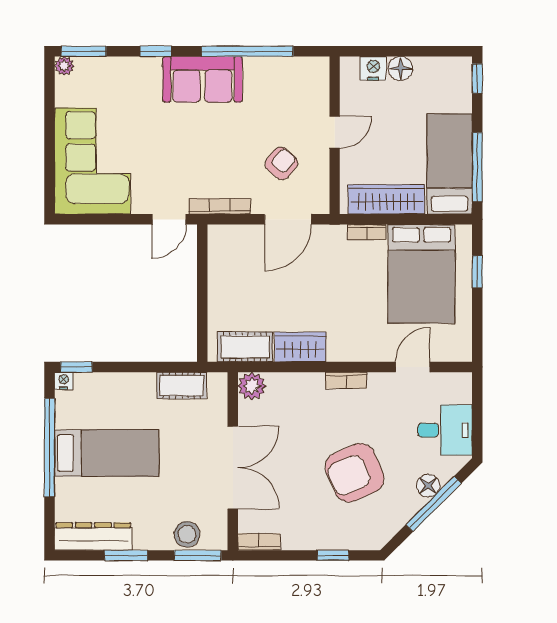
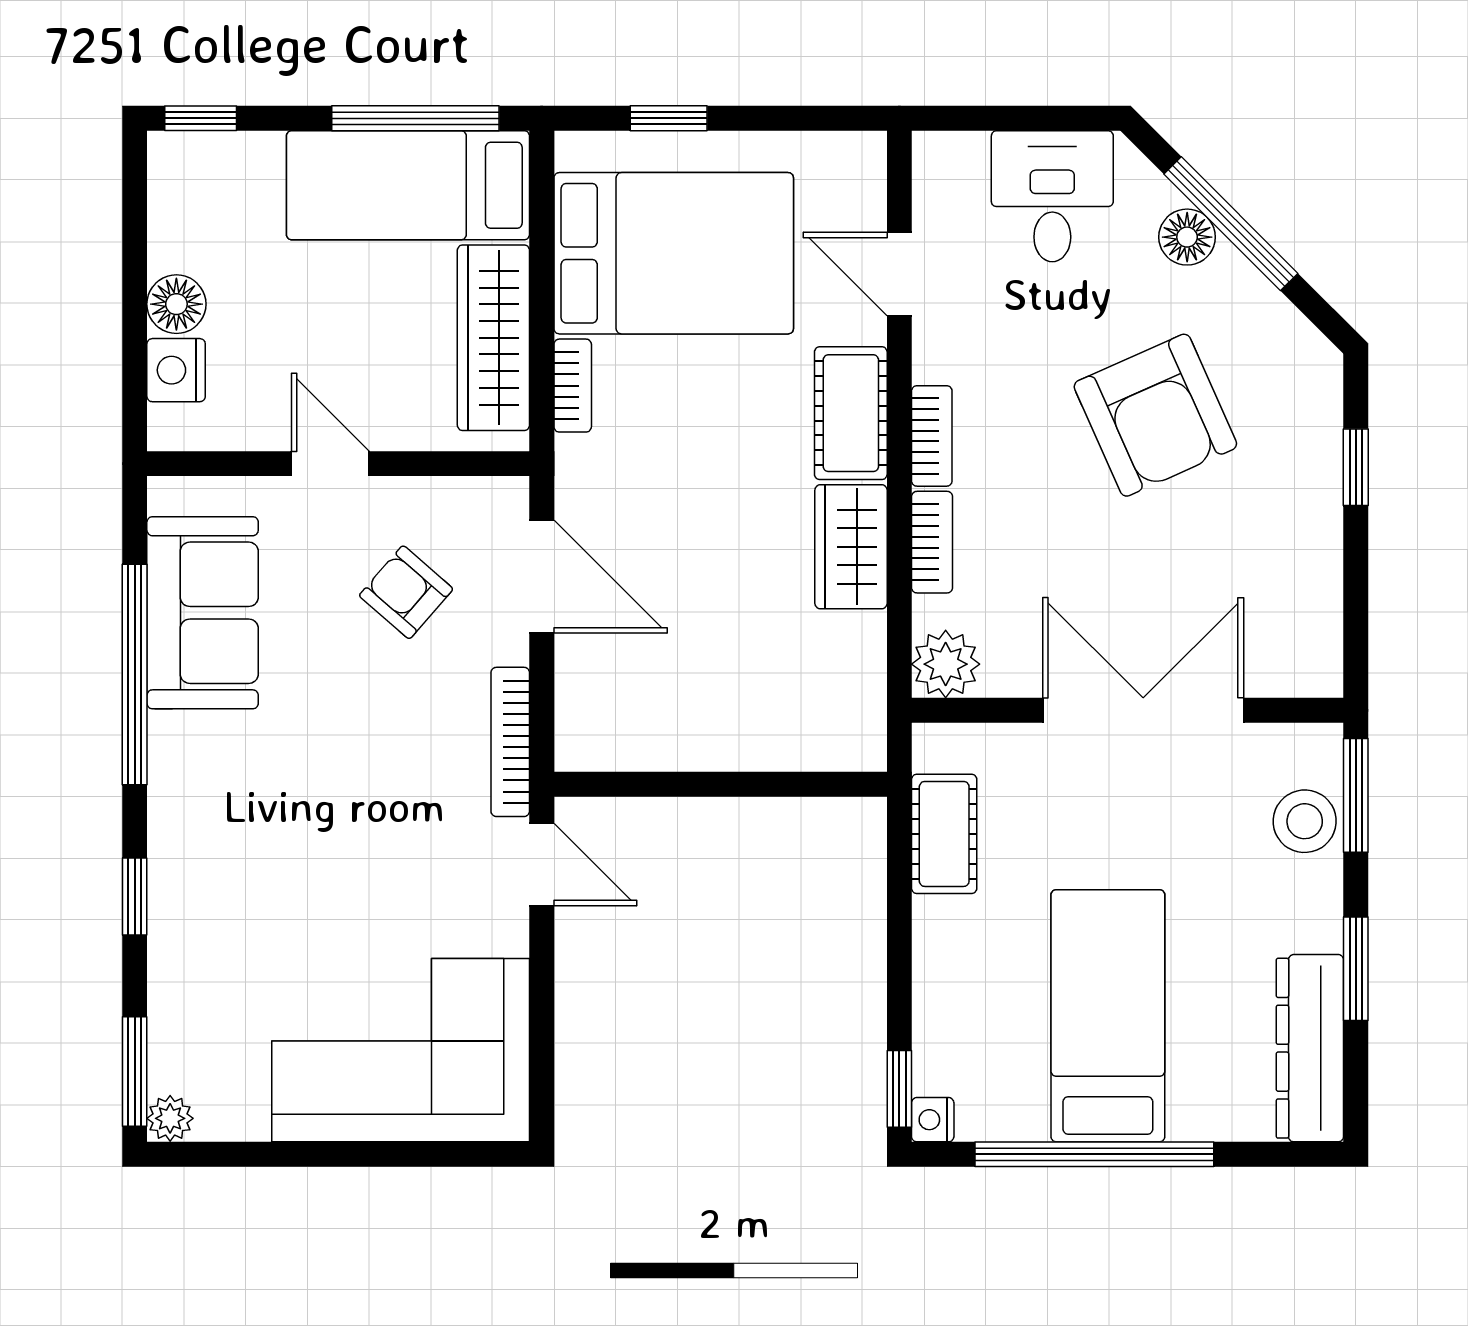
sofa: (203, 79) -> (203, 613), moved
cot: (245, 347) -> (851, 413), moved
bookcase: (259, 542) -> (932, 542), moved, turned 180

